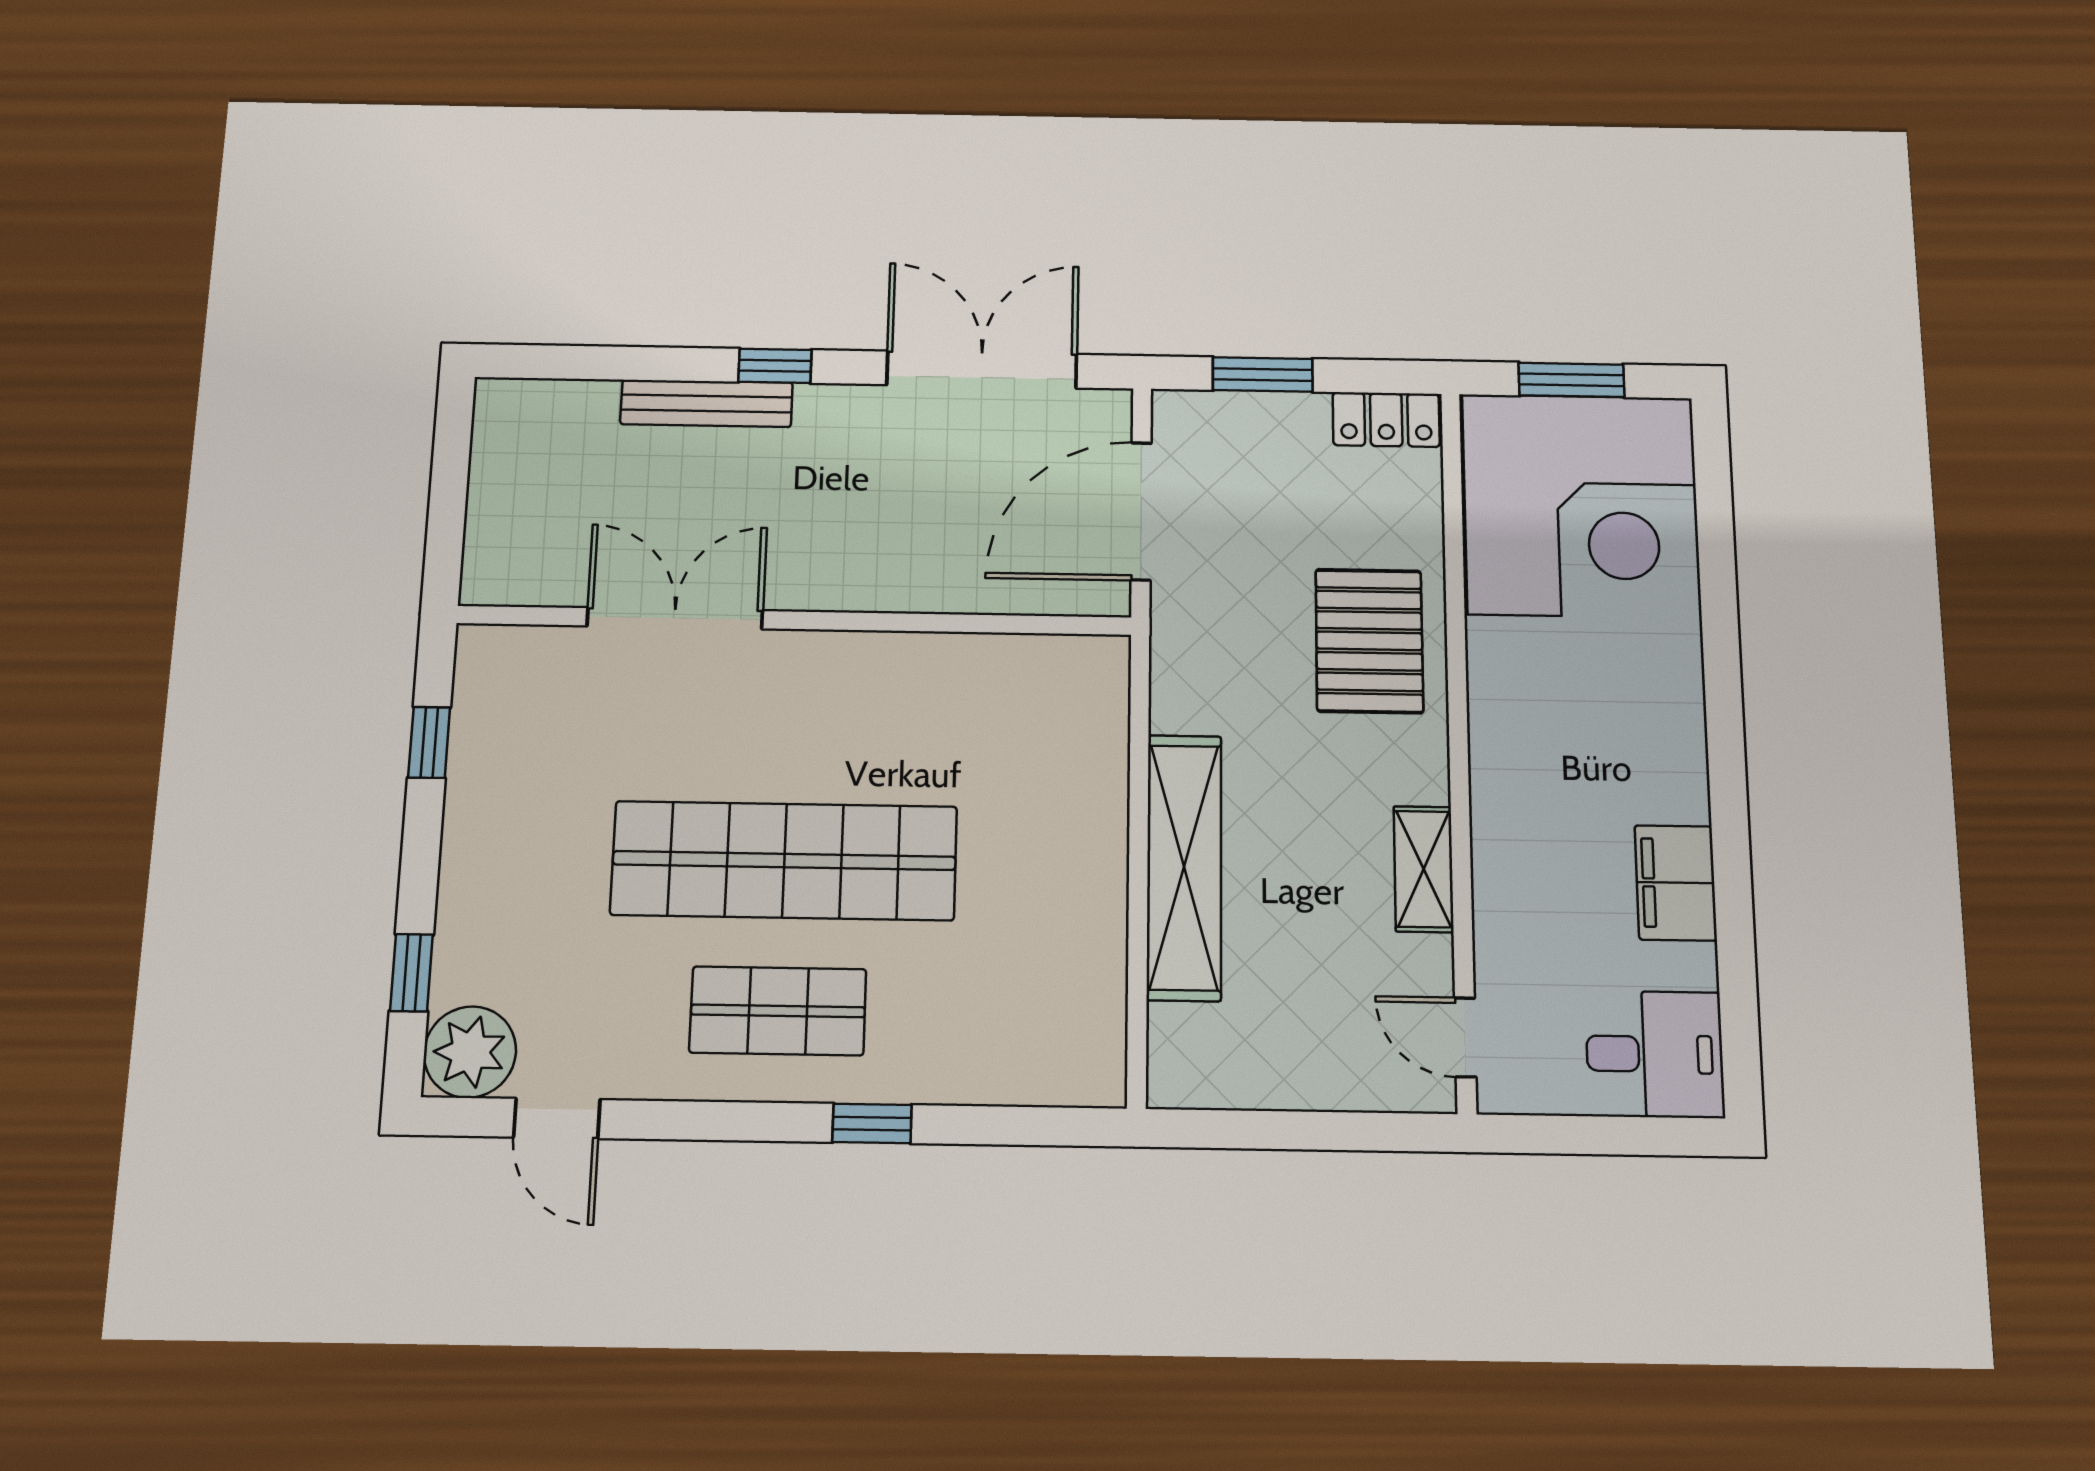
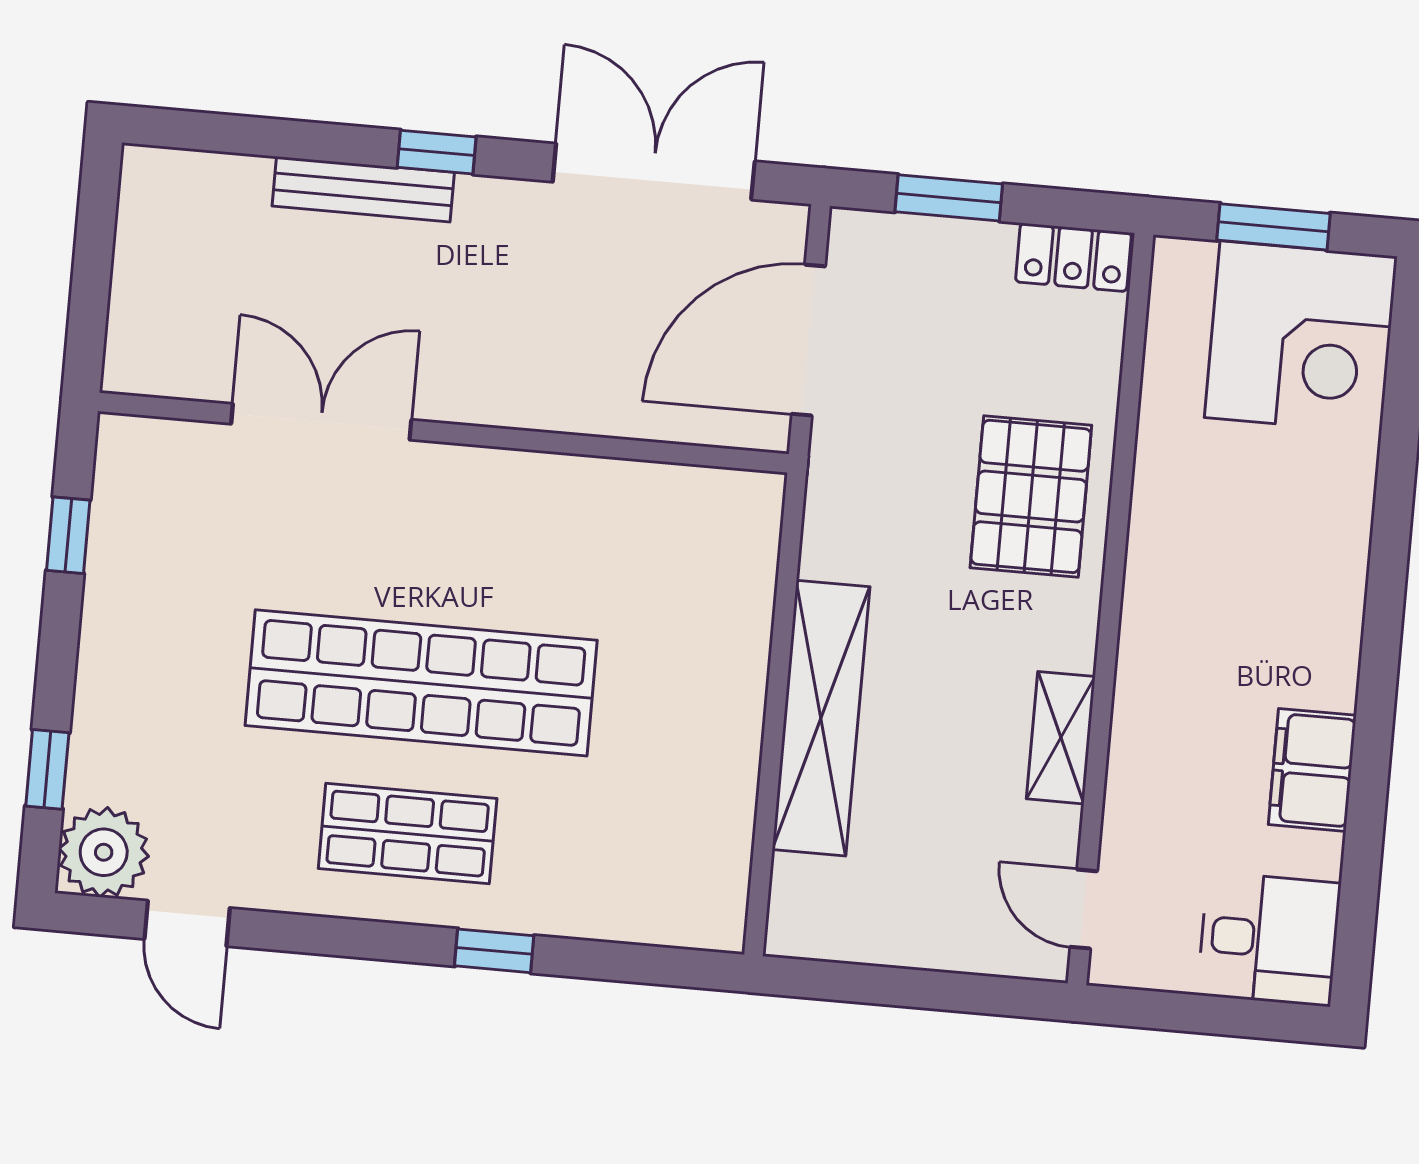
corner desk: (1581, 505) -> (1301, 337), width x0.74, depth x0.74

